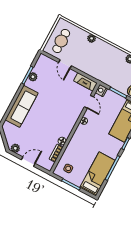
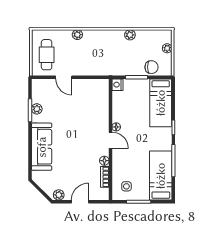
fireplace: (85, 82) -> (96, 84), removed
door: (89, 102) -> (110, 140), moved

